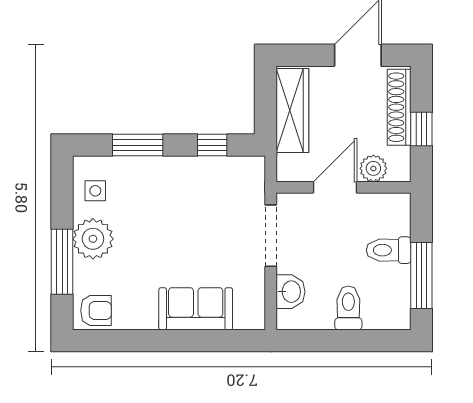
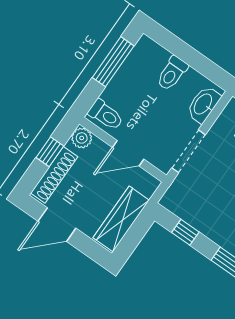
plant: (373, 168) -> (82, 138), moved
toilet: (389, 250) -> (106, 115), moved
washbasin: (290, 292) -> (203, 104), width x1.38

